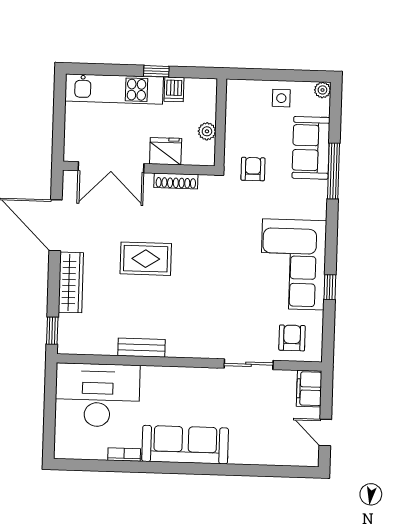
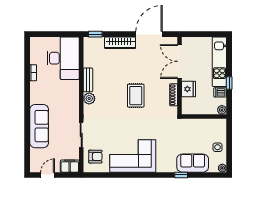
plant: (207, 131) -> (222, 110), moved
armchair: (253, 169) -> (181, 134), removed
window: (333, 171) -> (181, 175), width x0.46
rug: (146, 259) -> (136, 96), moved
window: (330, 287) -> (122, 175), removed
plant: (178, 346) -> (89, 99), added
sofa: (185, 445) -> (39, 126), moved

